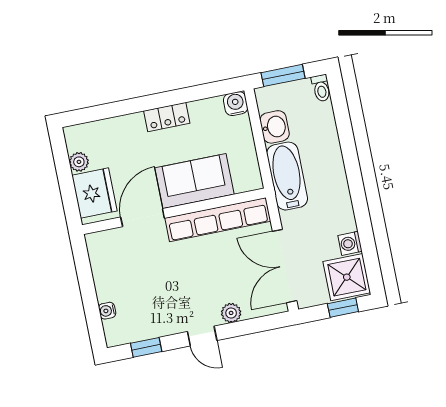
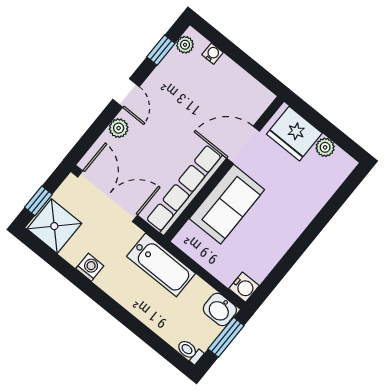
locker: (167, 117) -> (287, 235), removed
washbasin: (275, 127) -> (220, 309), moved
door: (143, 218) -> (243, 145), swing flipped
washing machine: (350, 243) -> (90, 267), moved
plant: (123, 336) -> (185, 45), added
door: (202, 336) -> (126, 93), swing flipped

